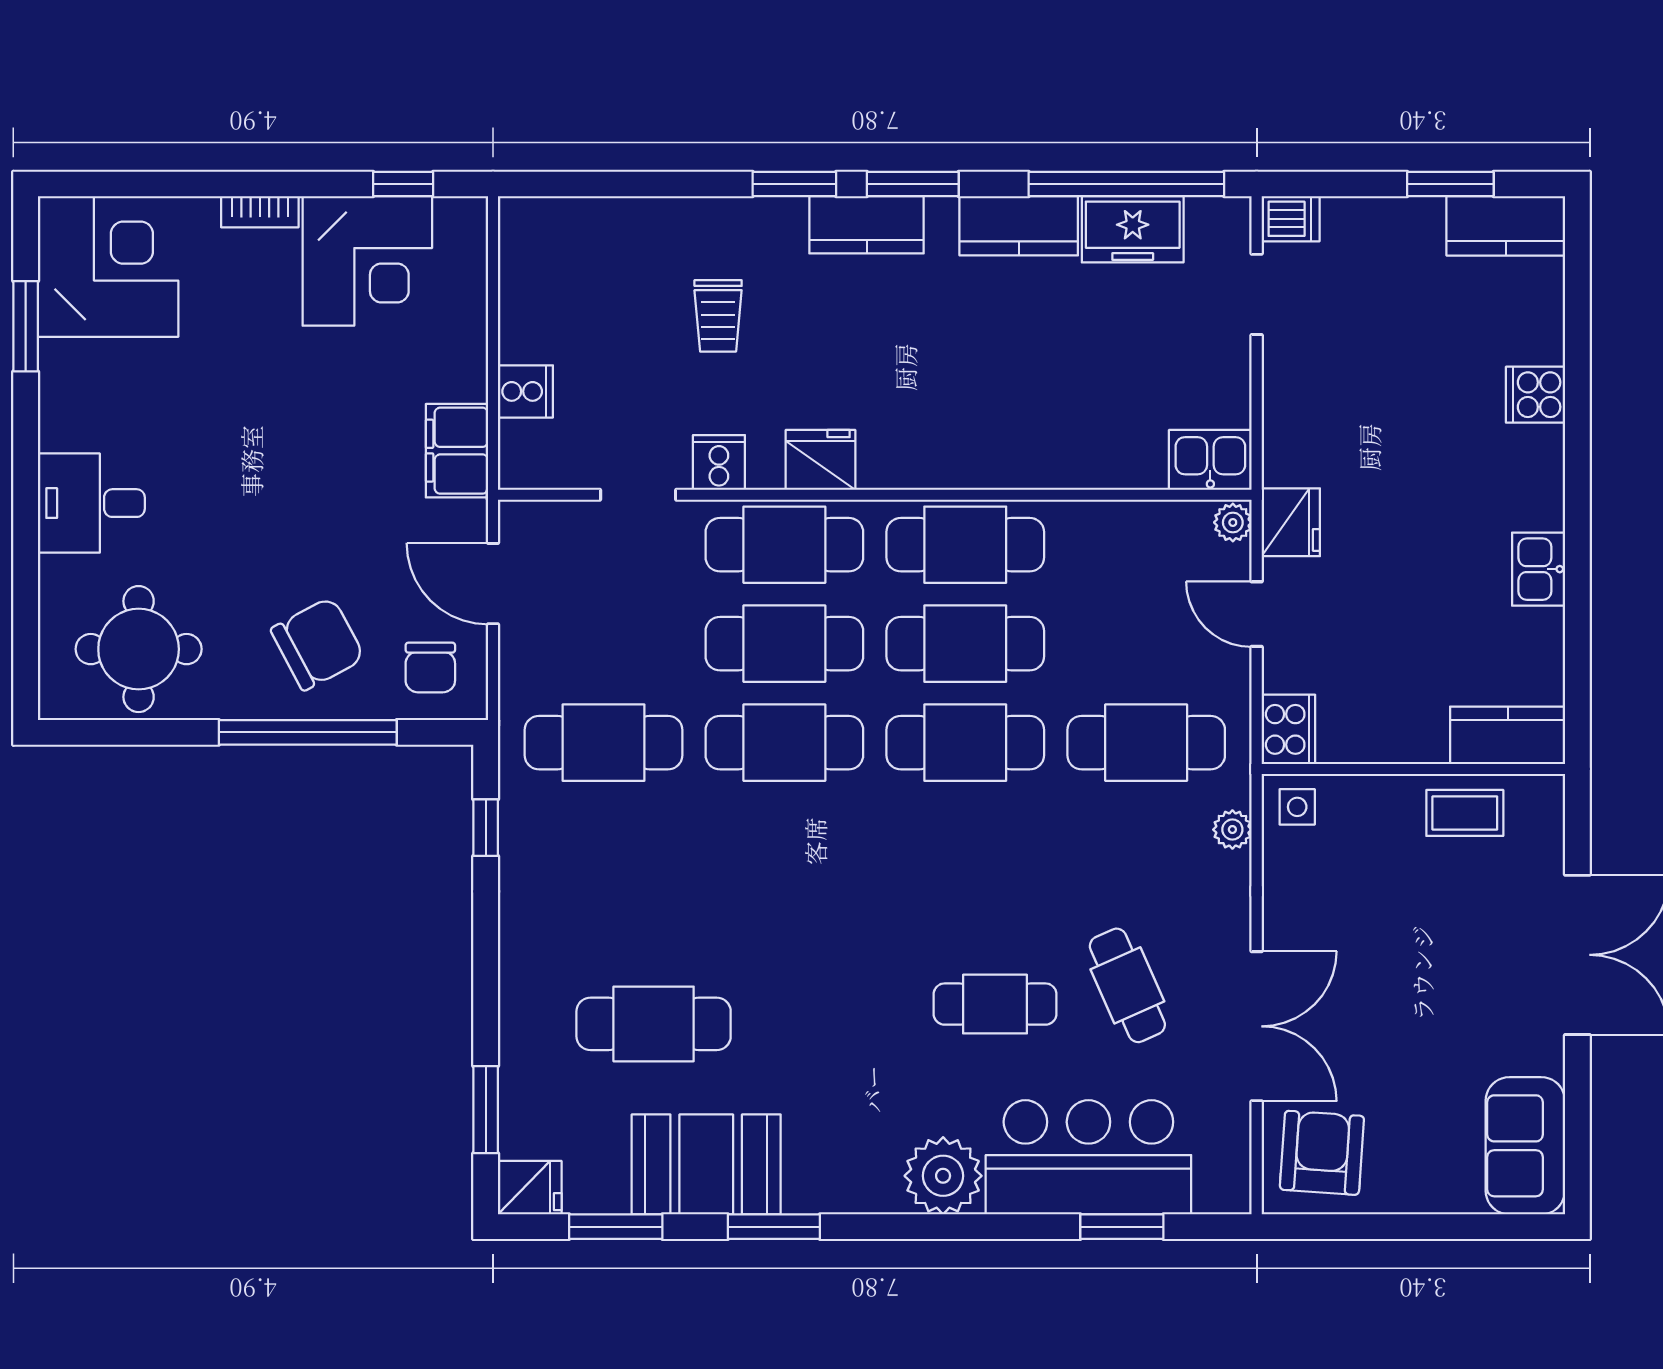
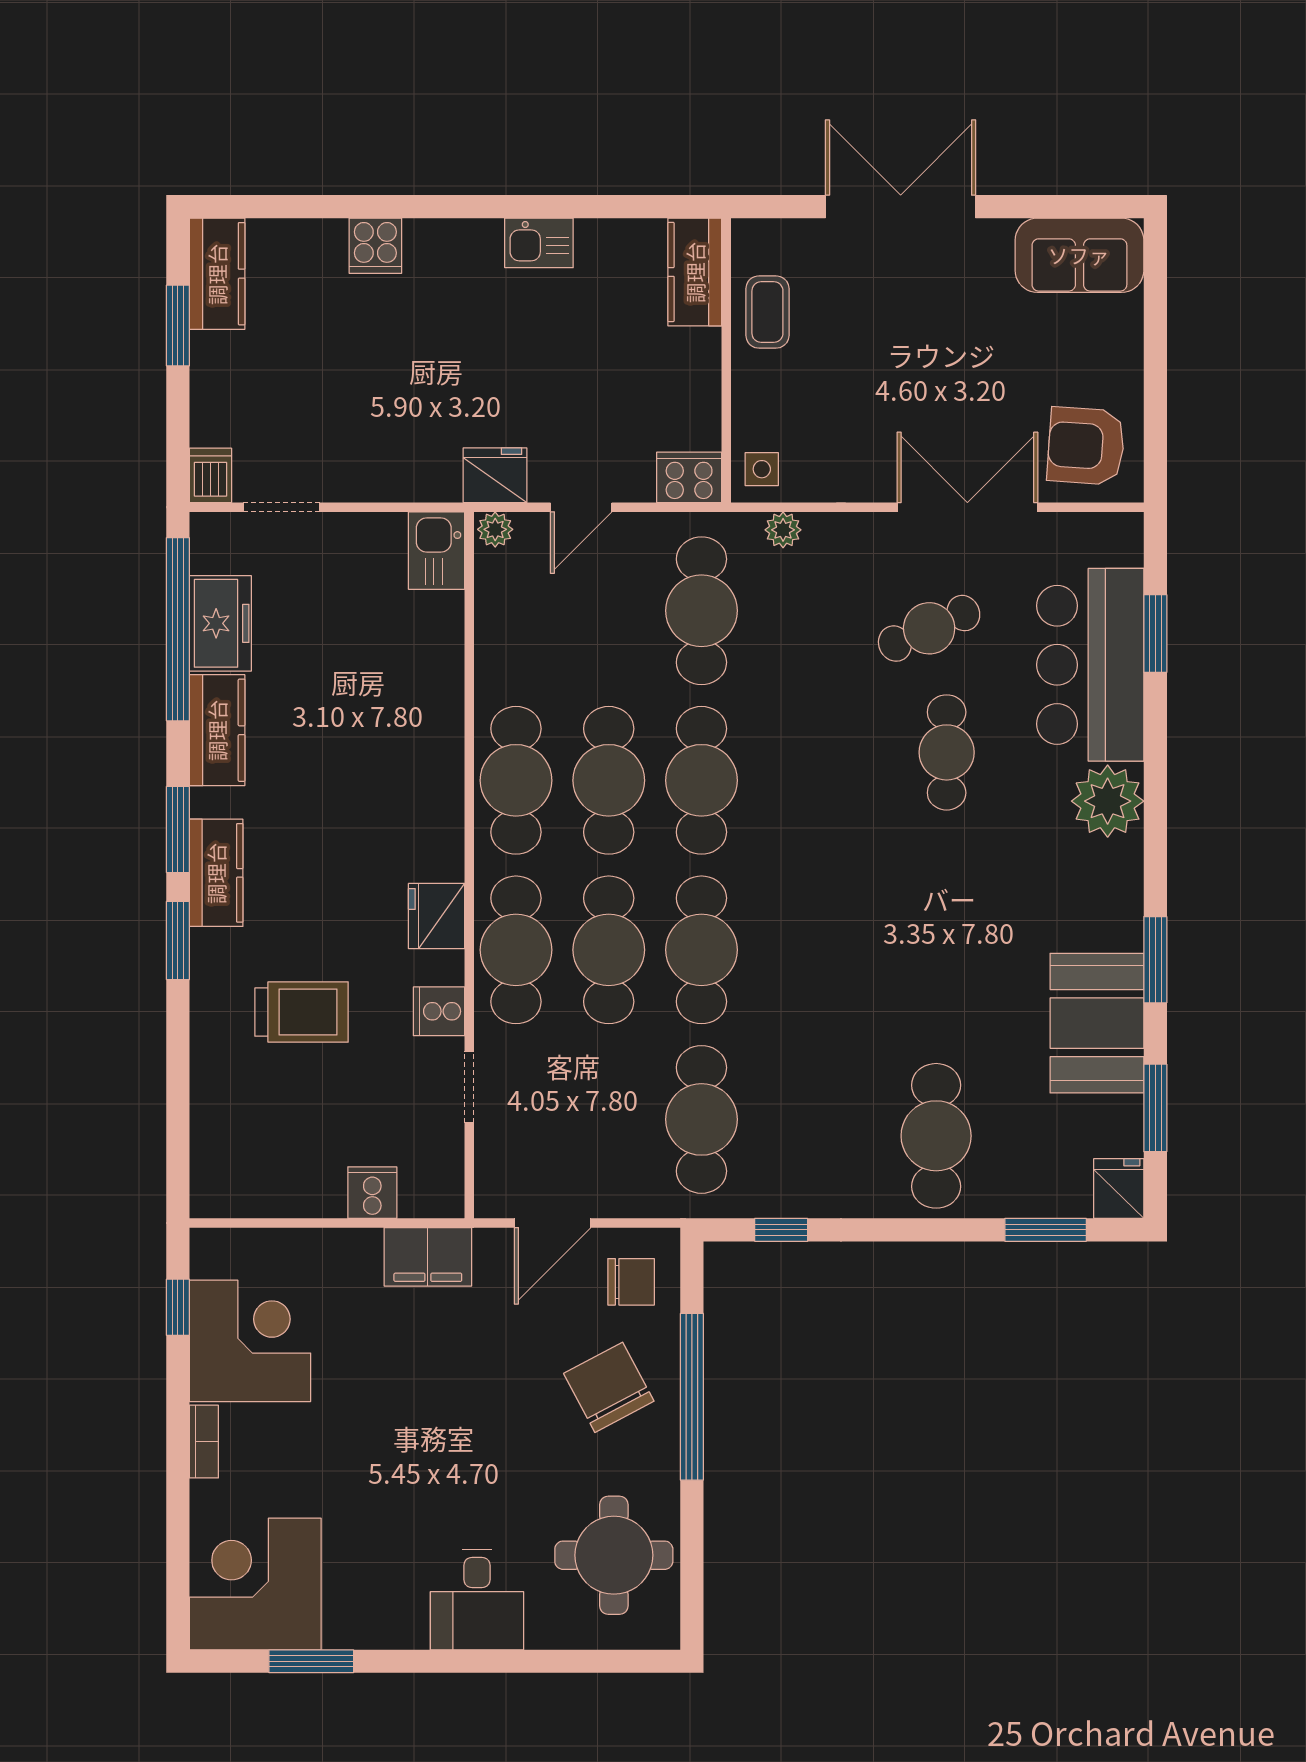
trolley: (718, 316) -> (302, 1012), width x1.36, depth x1.39
cafe table: (654, 1024) -> (936, 1136), moved

